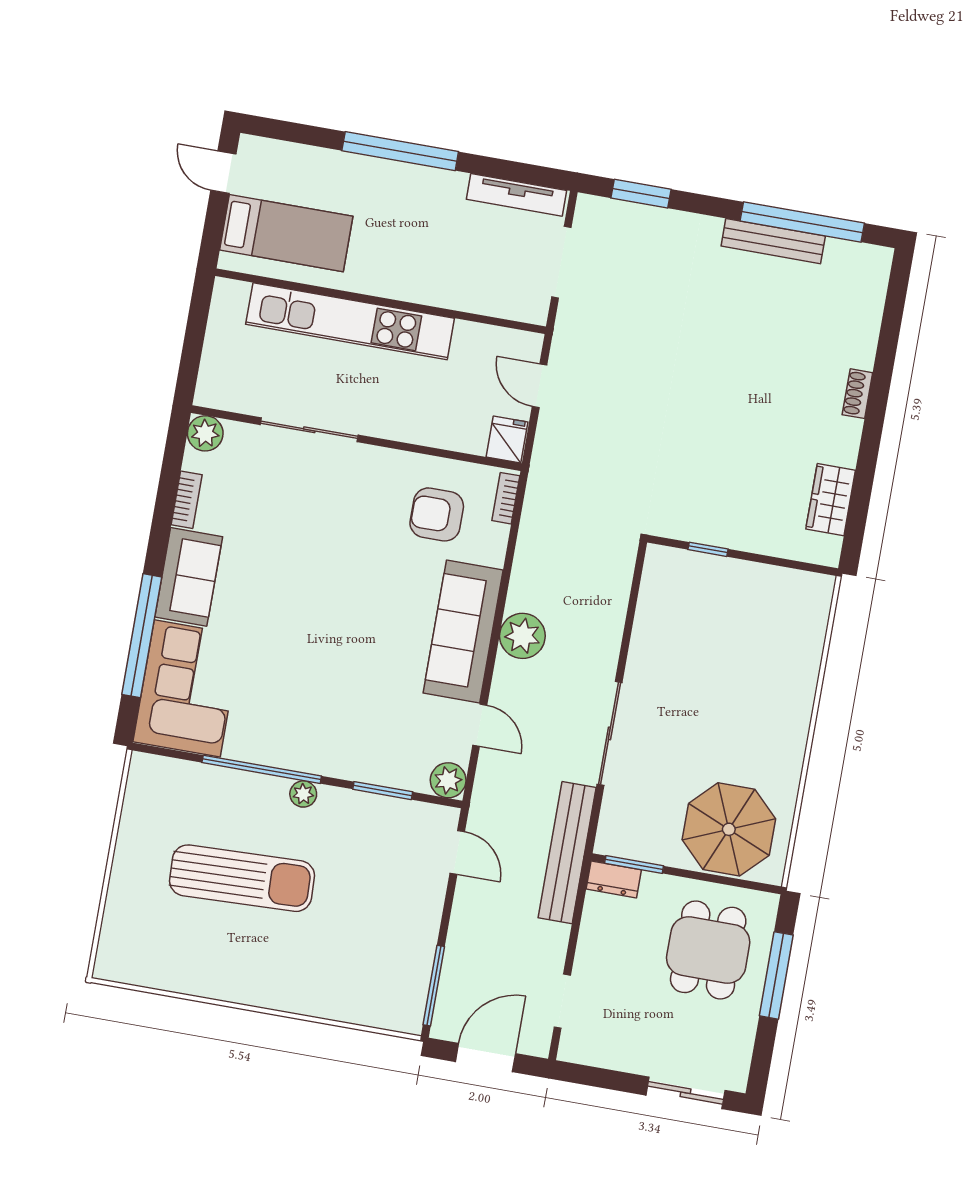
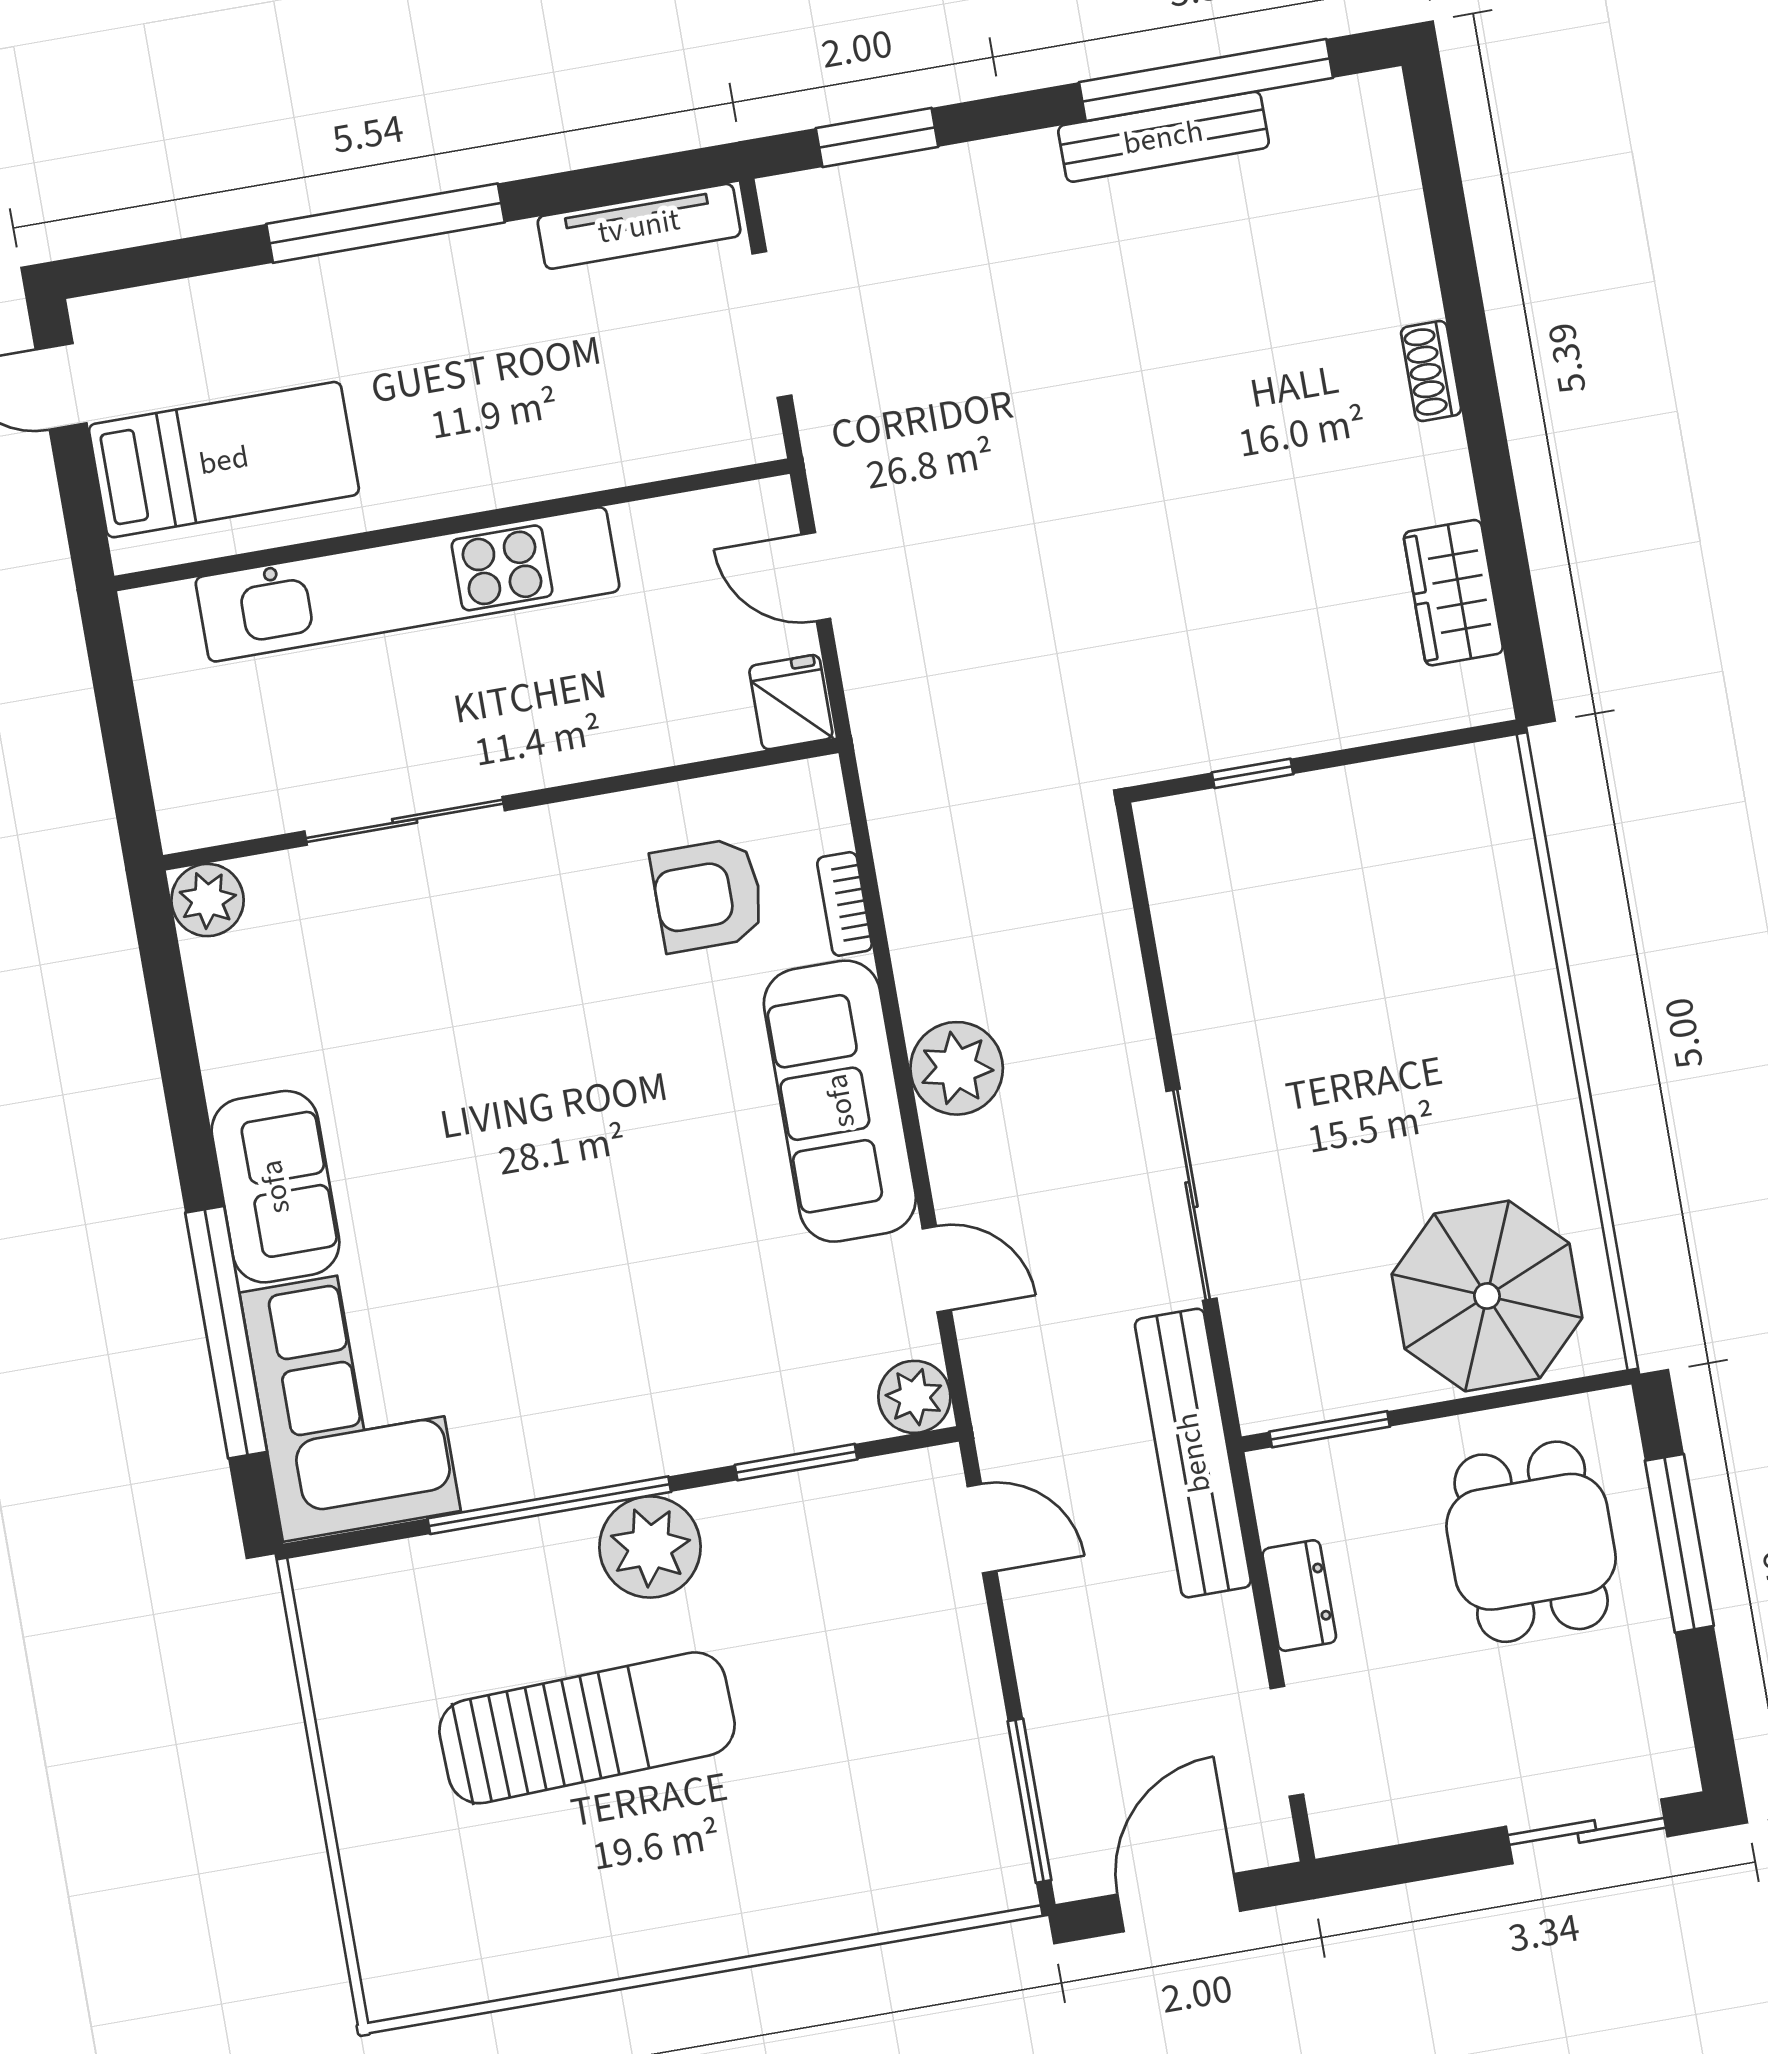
bookcase: (506, 498) -> (845, 904), moved
bookcase: (187, 500) -> (218, 1040), removed
plant: (303, 794) -> (650, 1547), width x1.88, depth x1.88
dresser: (614, 879) -> (1299, 1596), moved, turned -90

